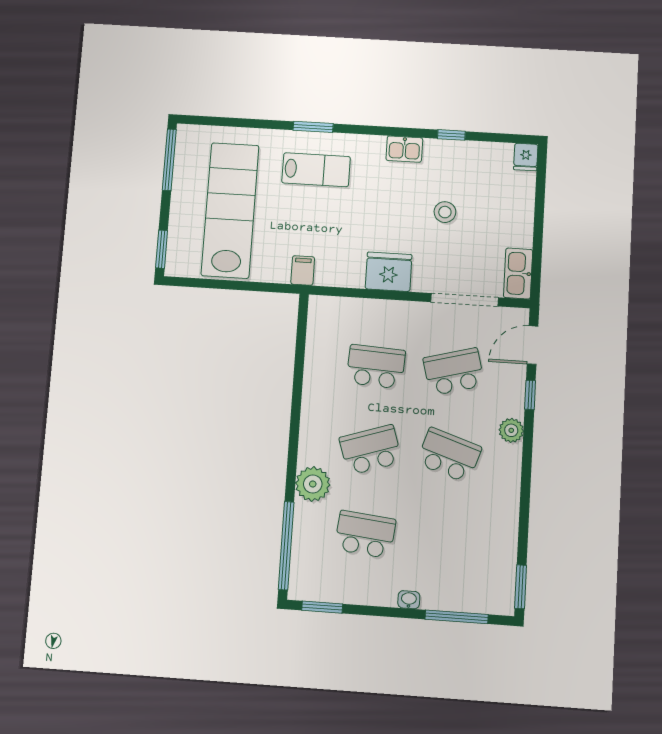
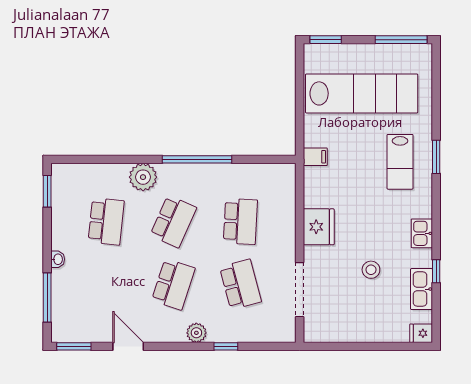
kitchen sink: (518, 273) -> (422, 289), moved, turned -90
door: (533, 345) -> (128, 346), moved
school desk: (371, 450) -> (173, 221), turned 42
window: (286, 546) -> (197, 159), moved

